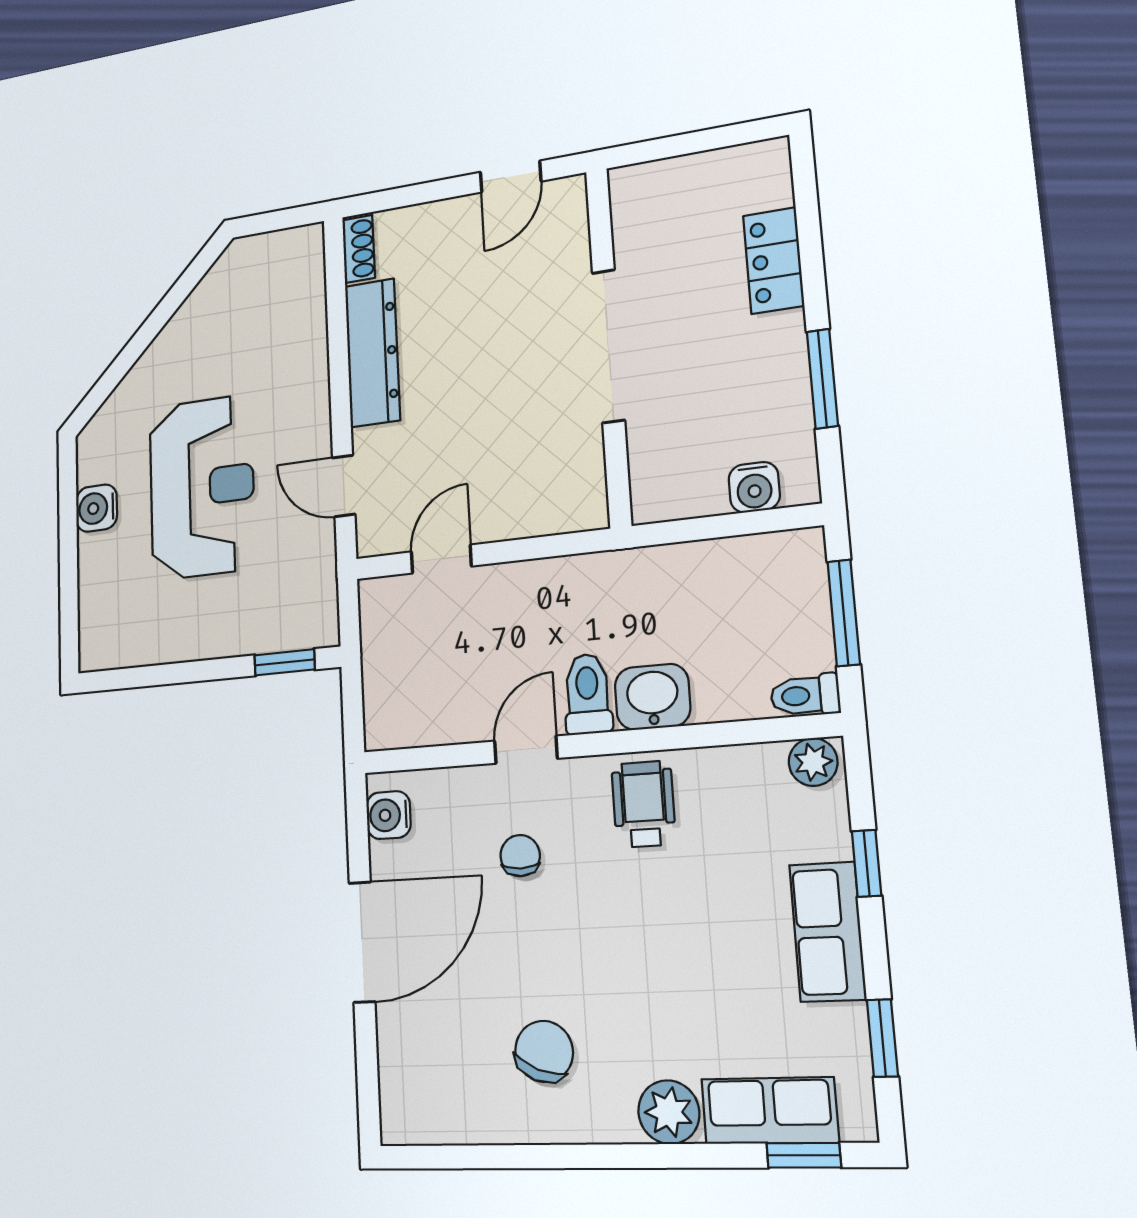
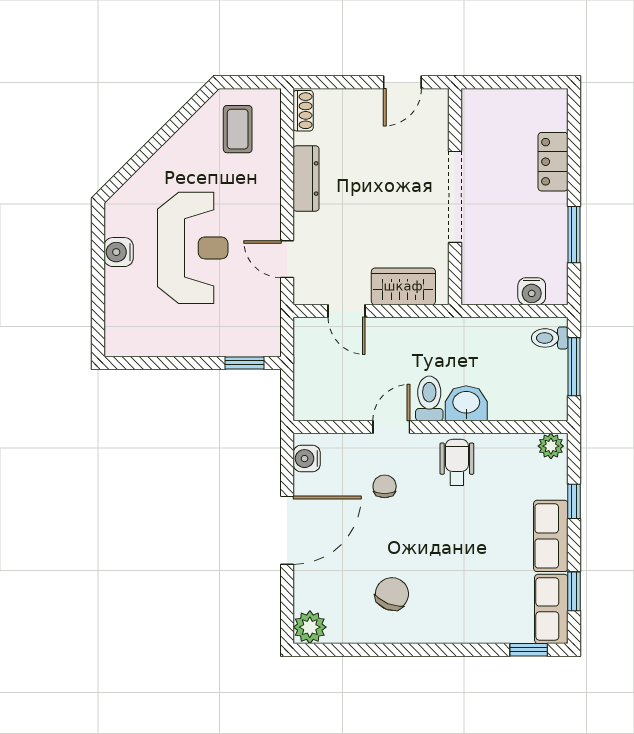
coffee table: (262, 294) -> (238, 129), added
dresser: (372, 353) -> (306, 178), width x0.73, depth x0.80
wardrobe: (532, 507) -> (403, 286), added
door: (441, 559) -> (347, 311), swing flipped
toilet: (805, 695) -> (550, 338), moved
row of seats: (770, 1111) -> (551, 609), moved, turned -90
plant: (669, 1112) -> (310, 627), moved

